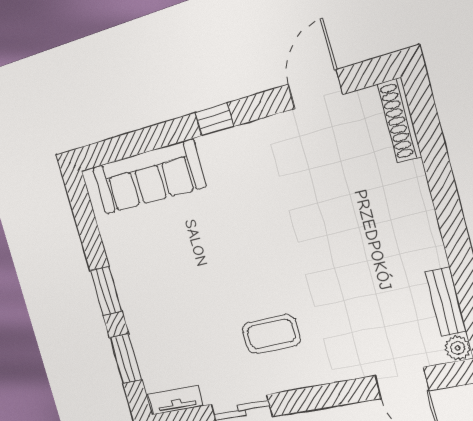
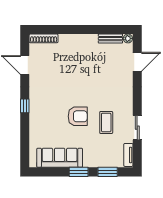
sofa: (149, 177) -> (60, 158), moved, turned -90
armchair: (227, 260) -> (78, 116), added
coffee table: (271, 334) -> (106, 122), moved

